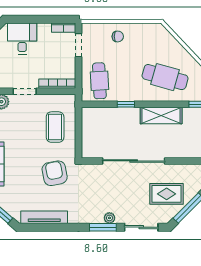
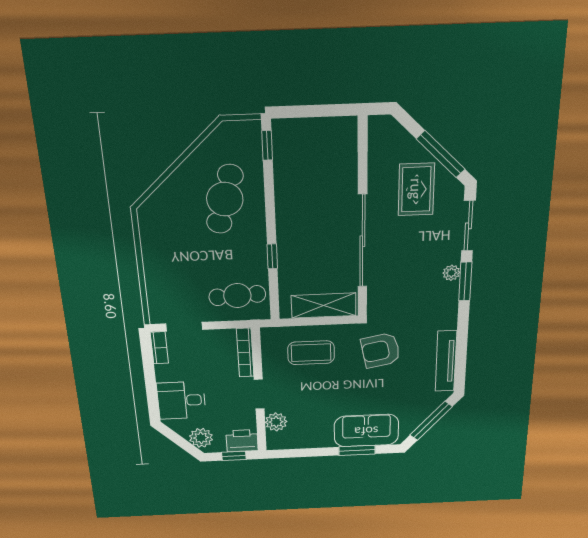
chair: (118, 36) -> (165, 272), removed
shelving: (161, 115) -> (324, 306), moved, turned 90

